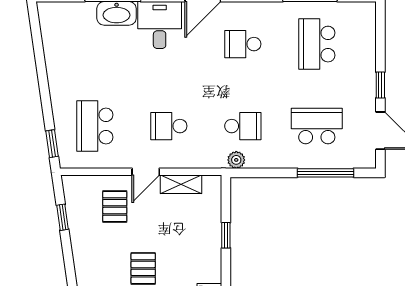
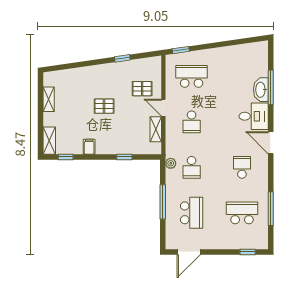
window: (380, 85) -> (248, 252), moved
school desk: (169, 126) -> (192, 122), turned 180
window: (325, 173) -> (163, 202), moved
window: (62, 217) -> (122, 58), moved

